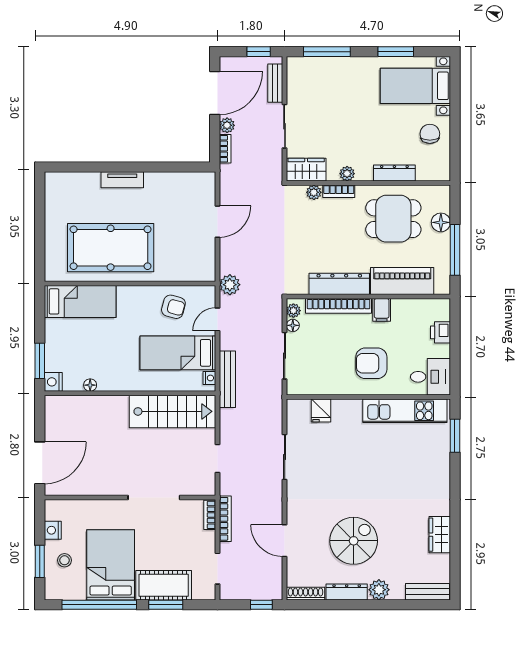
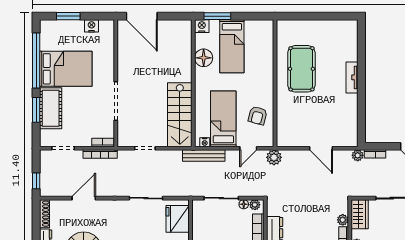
plant: (227, 125) -> (358, 155), moved
pool table: (111, 248) -> (301, 69), width x0.73, depth x0.76
bed: (80, 301) -> (232, 46), moved
door: (218, 319) -> (248, 148), swing flipped
floor lamp: (90, 385) -> (204, 58), width x1.89, depth x1.89
fridge: (321, 410) -> (178, 219), width x1.88, depth x1.34
stool: (65, 560) -> (69, 35), removed

